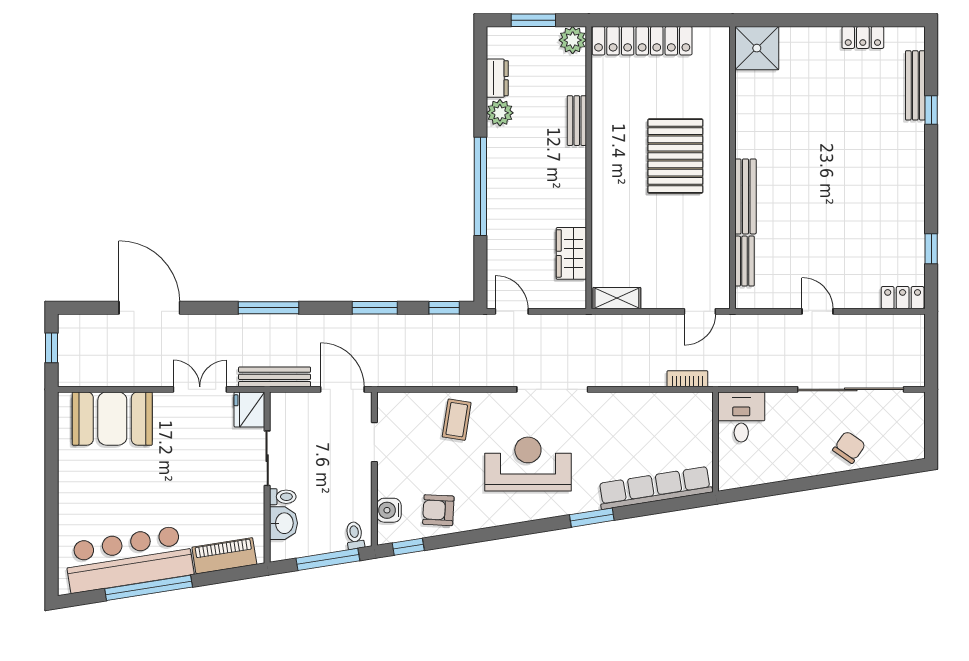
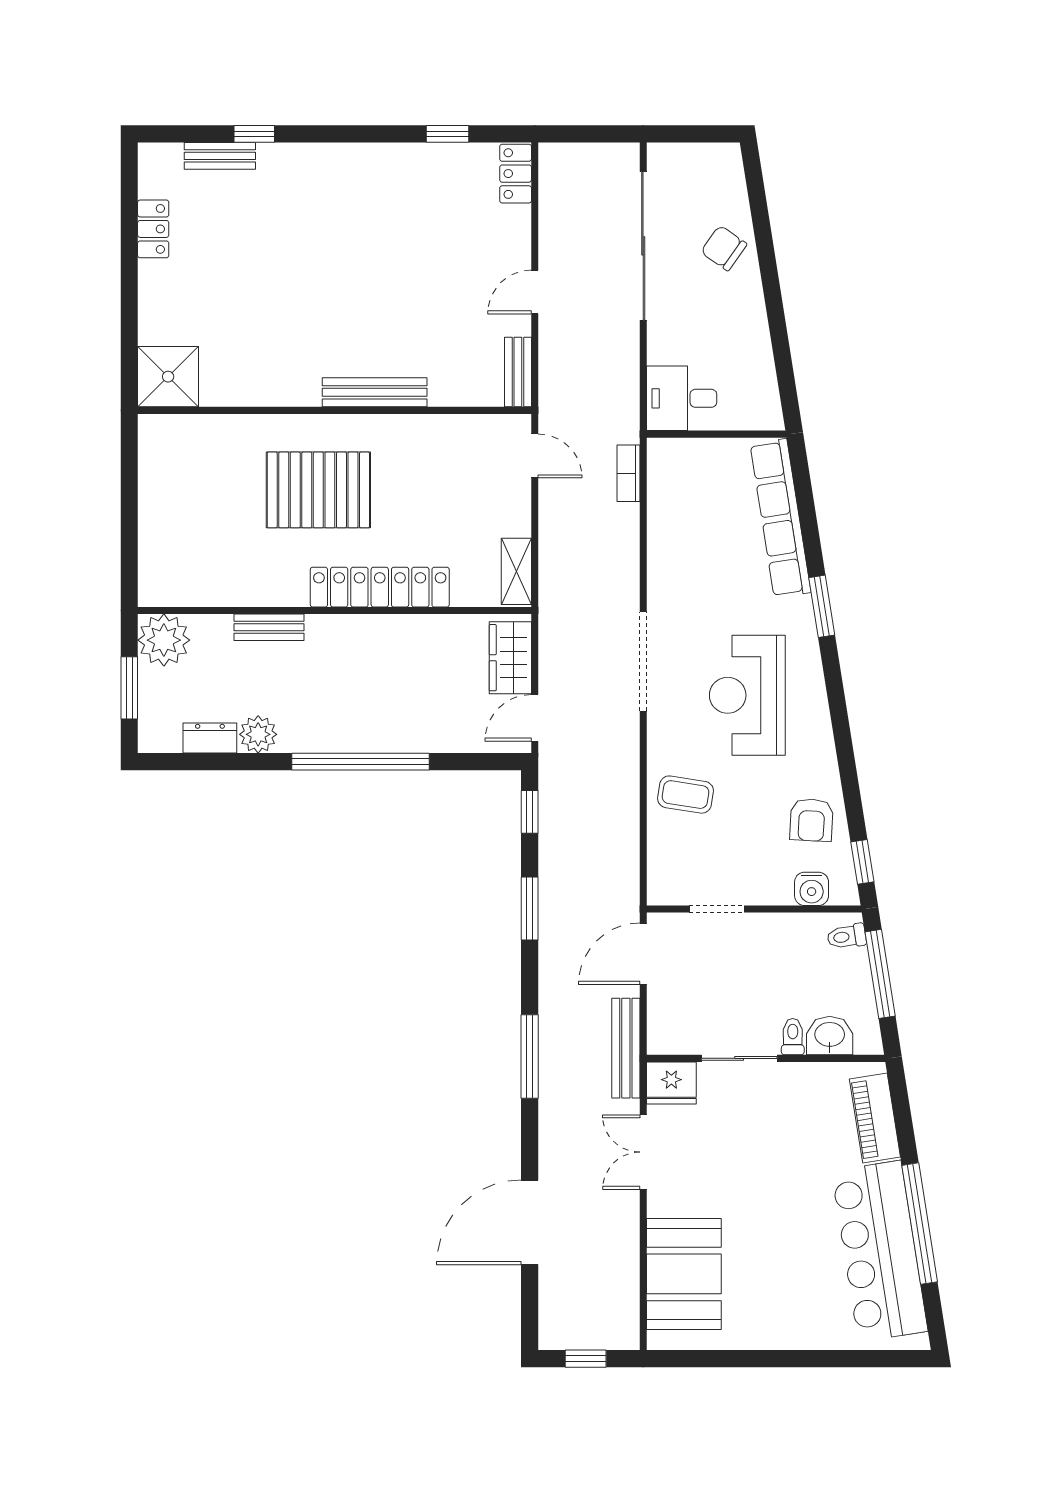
plant: (573, 40) -> (164, 640), width x1.36, depth x1.36
locker: (642, 41) -> (380, 587), moved, turned -90
bench: (915, 85) -> (220, 156), width x0.73
wardrobe: (571, 253) -> (510, 658), moved, turned 90
bench: (745, 261) -> (518, 372), moved, turned 90

